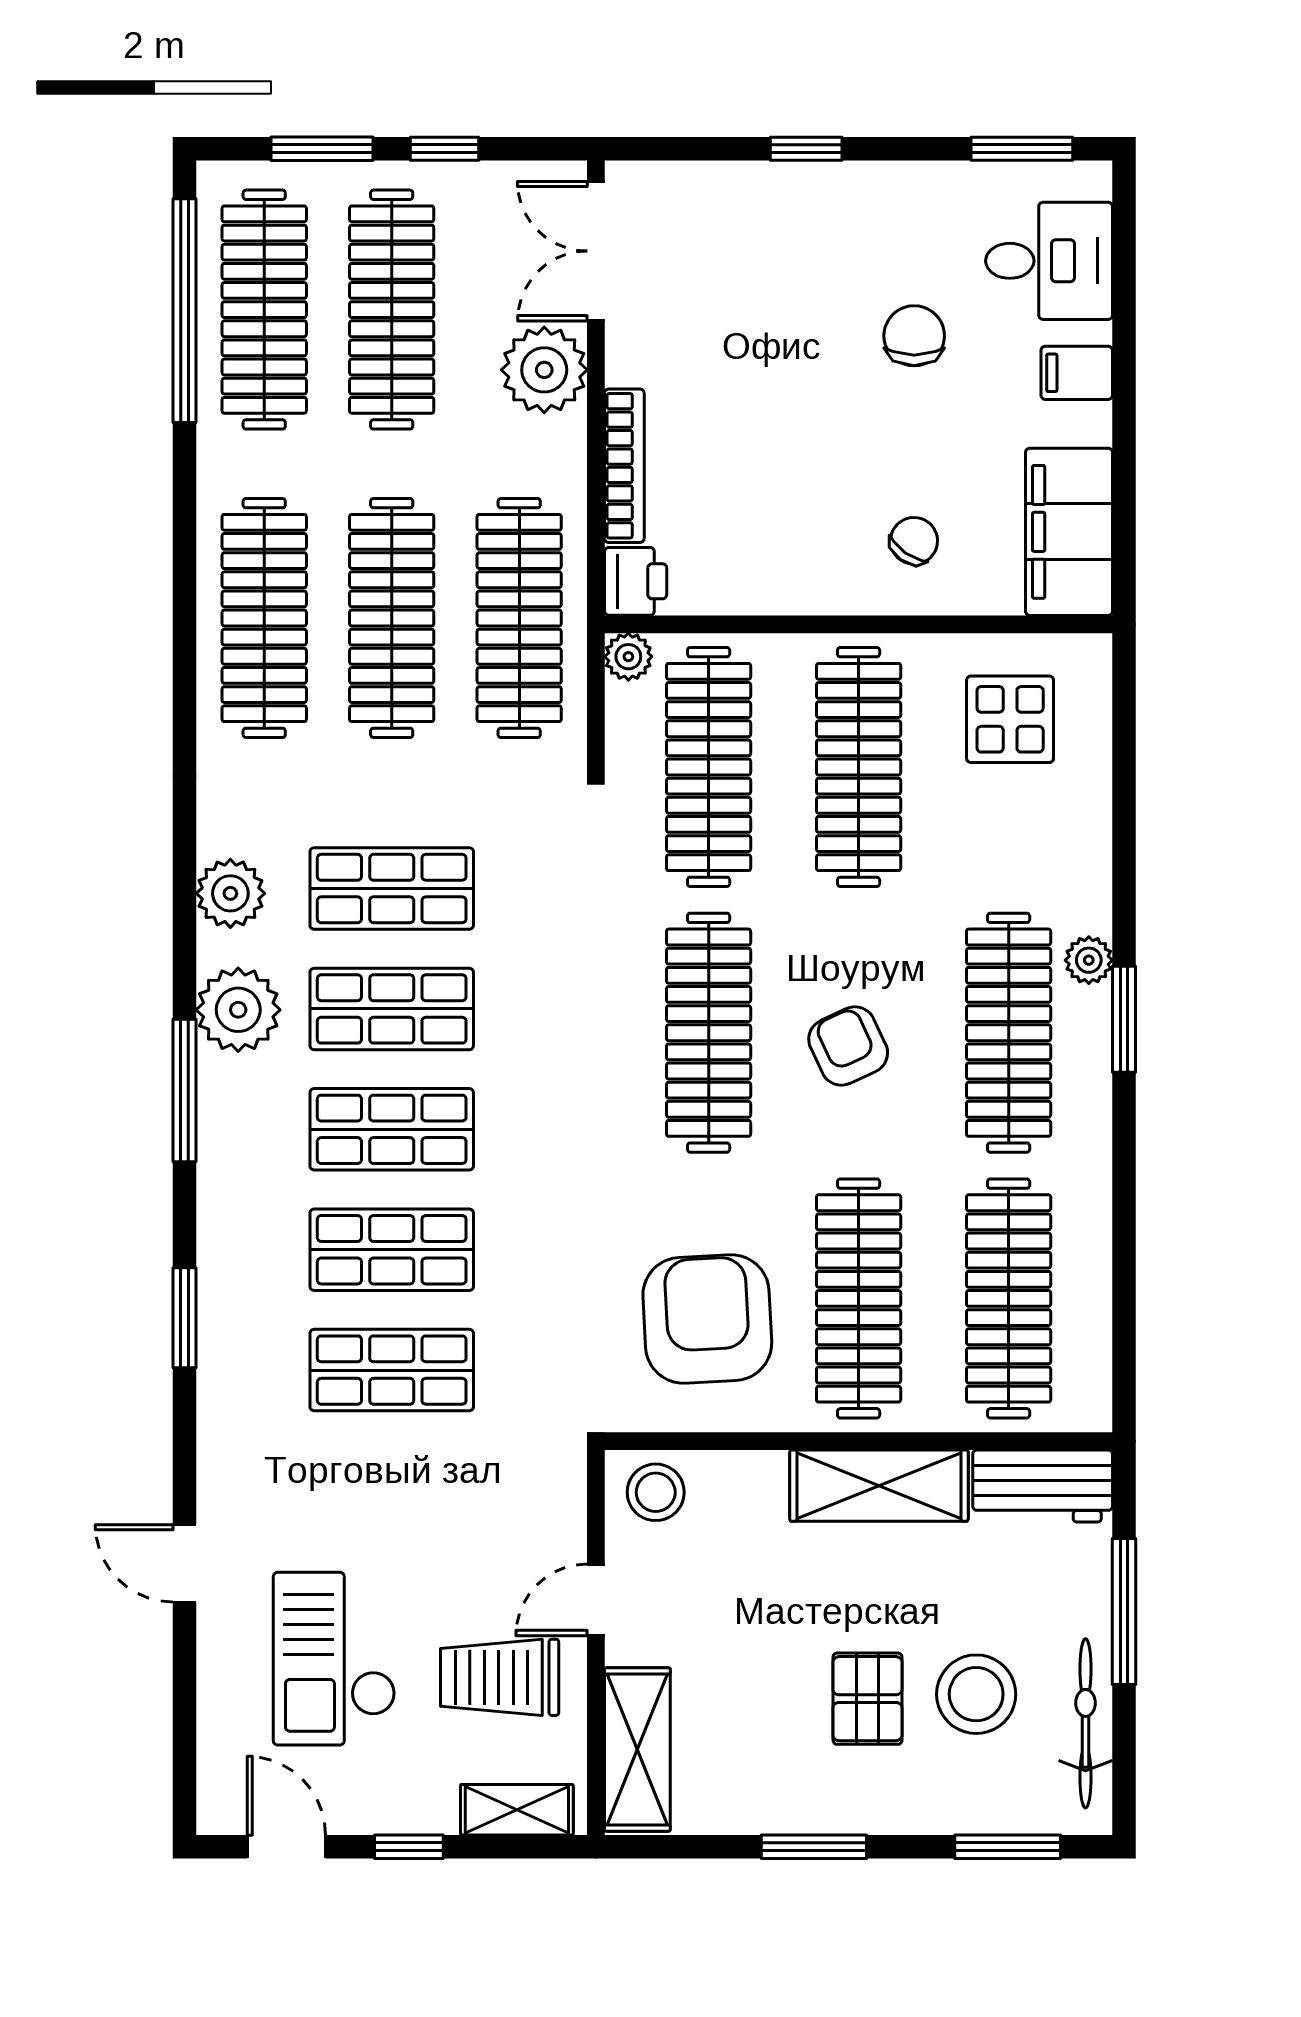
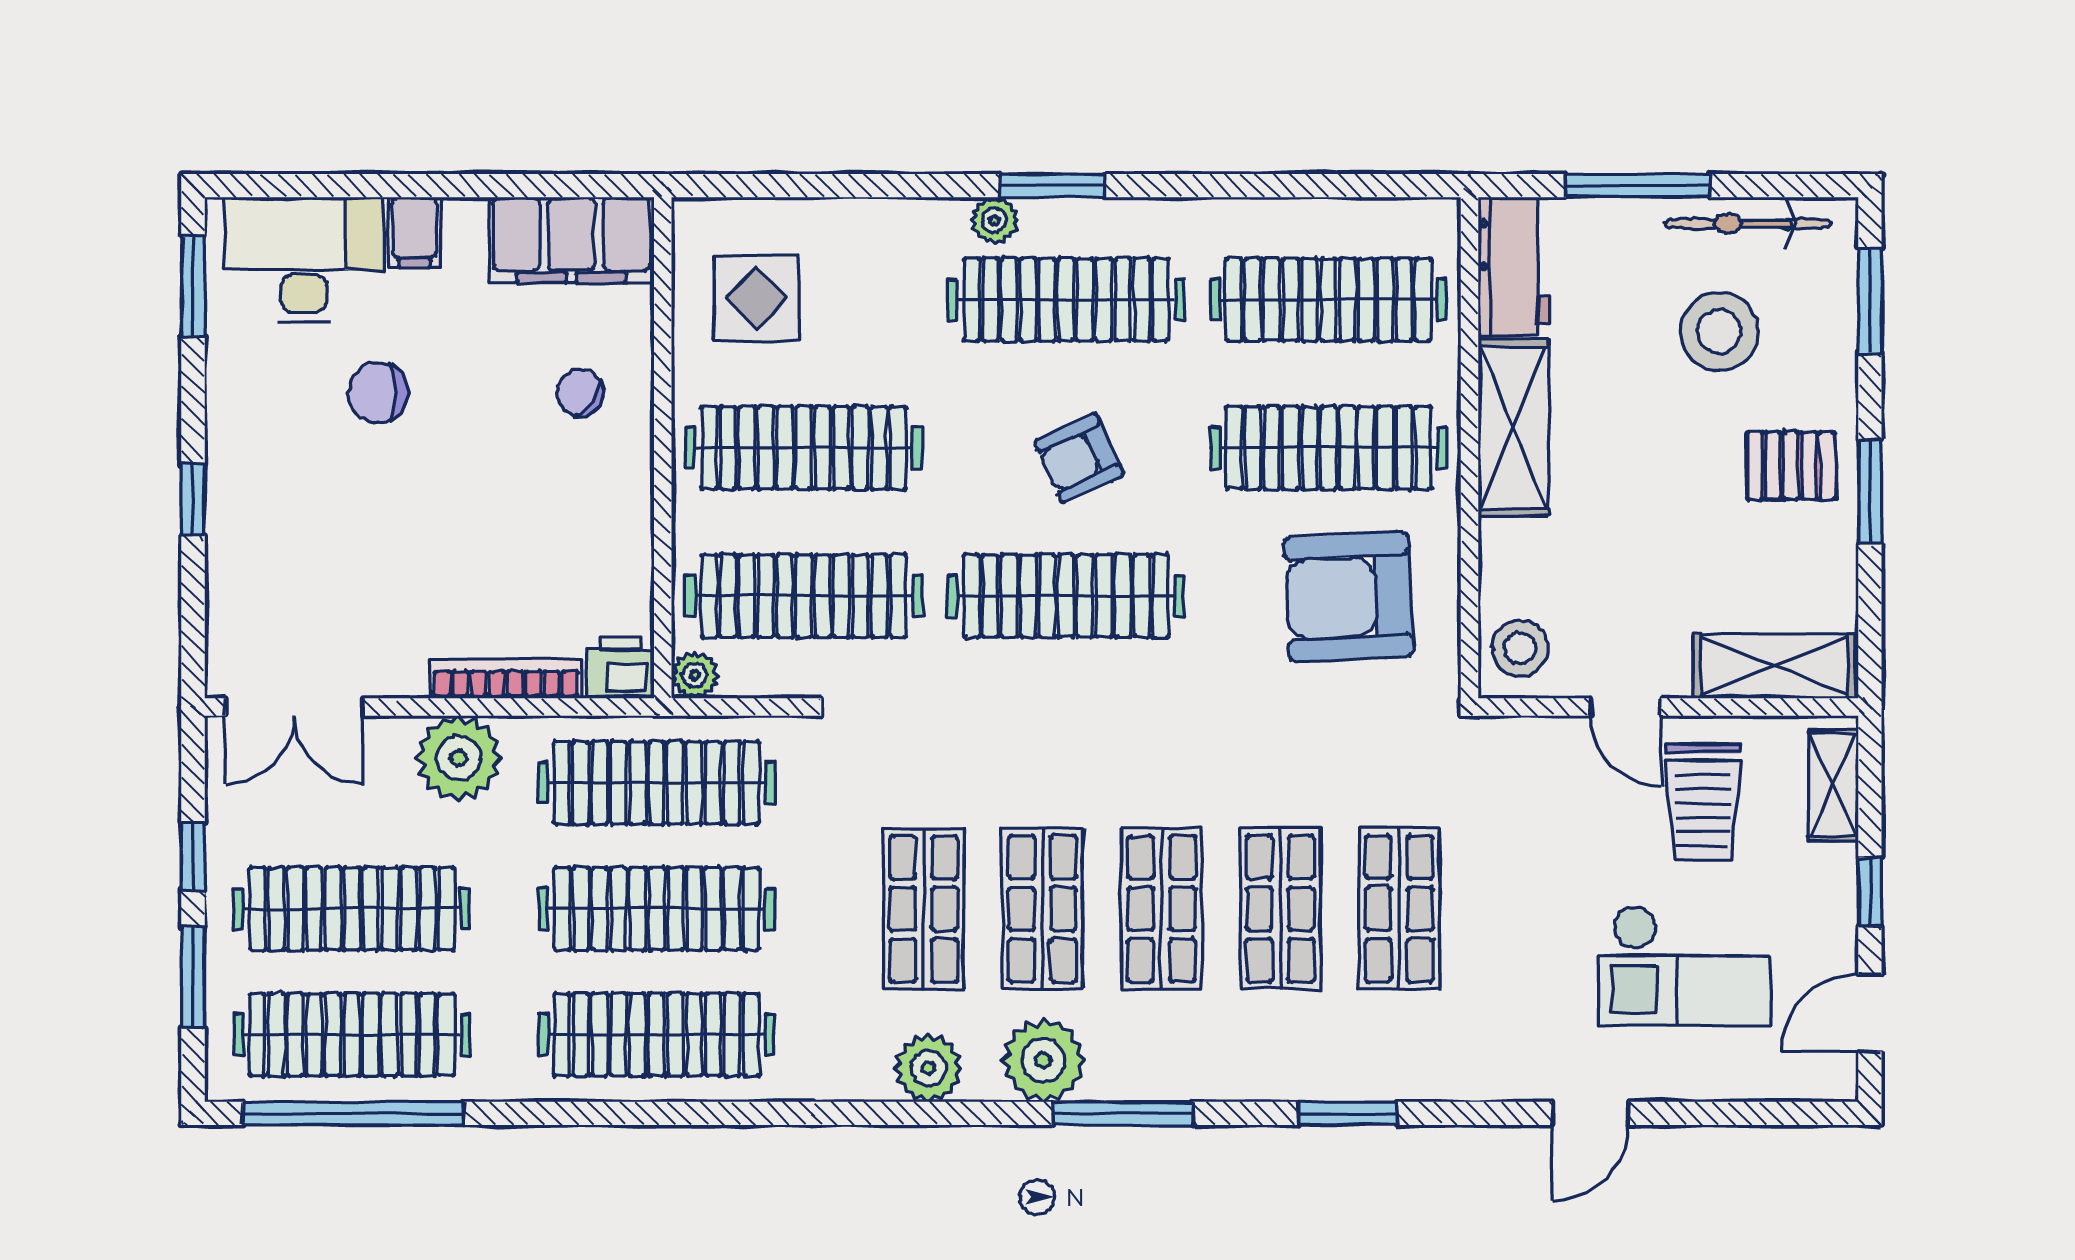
desk: (1049, 261) -> (304, 260), width x1.37
plant: (544, 370) -> (459, 758), moved
pallet: (867, 1699) -> (1791, 466), moved

